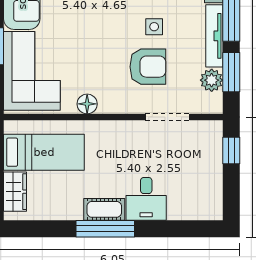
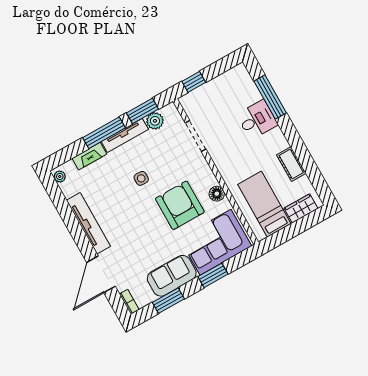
armchair: (148, 67) -> (180, 205), moved, width x1.36, depth x1.36
cot: (104, 209) -> (291, 164), moved
window: (105, 229) -> (270, 97), moved

